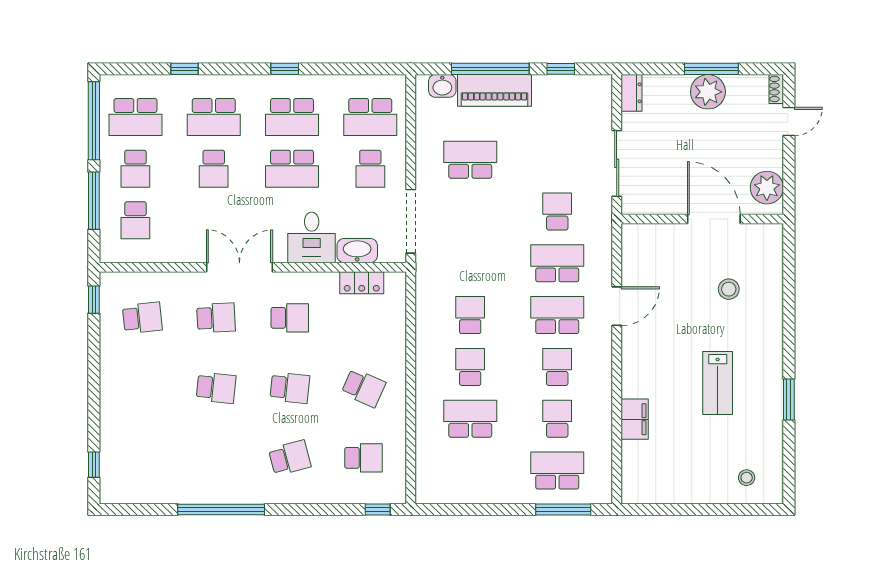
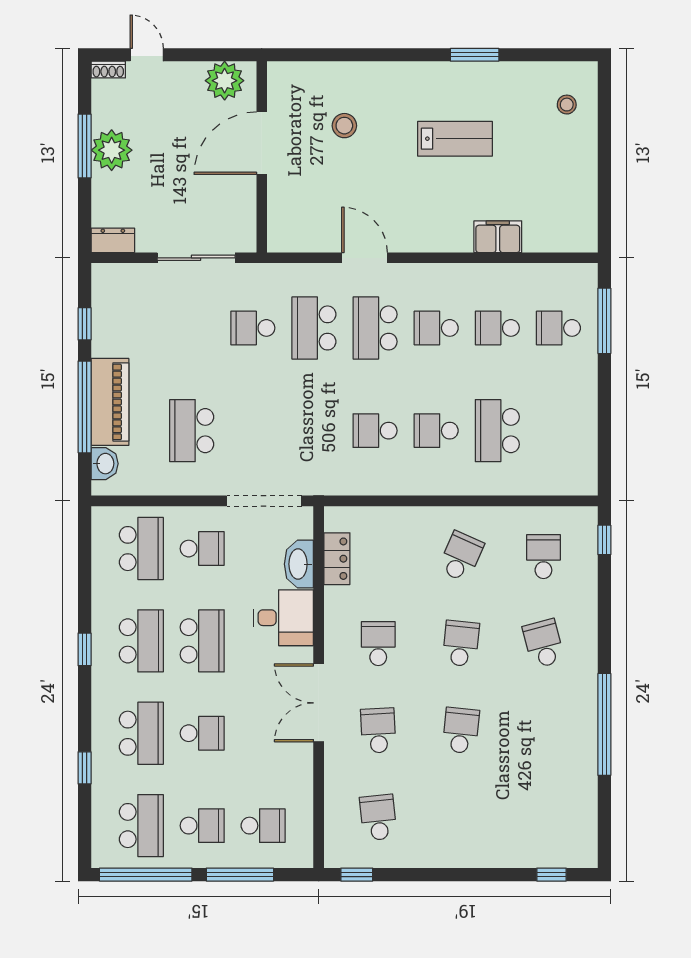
school desk: (557, 471) -> (558, 328), width x0.54

